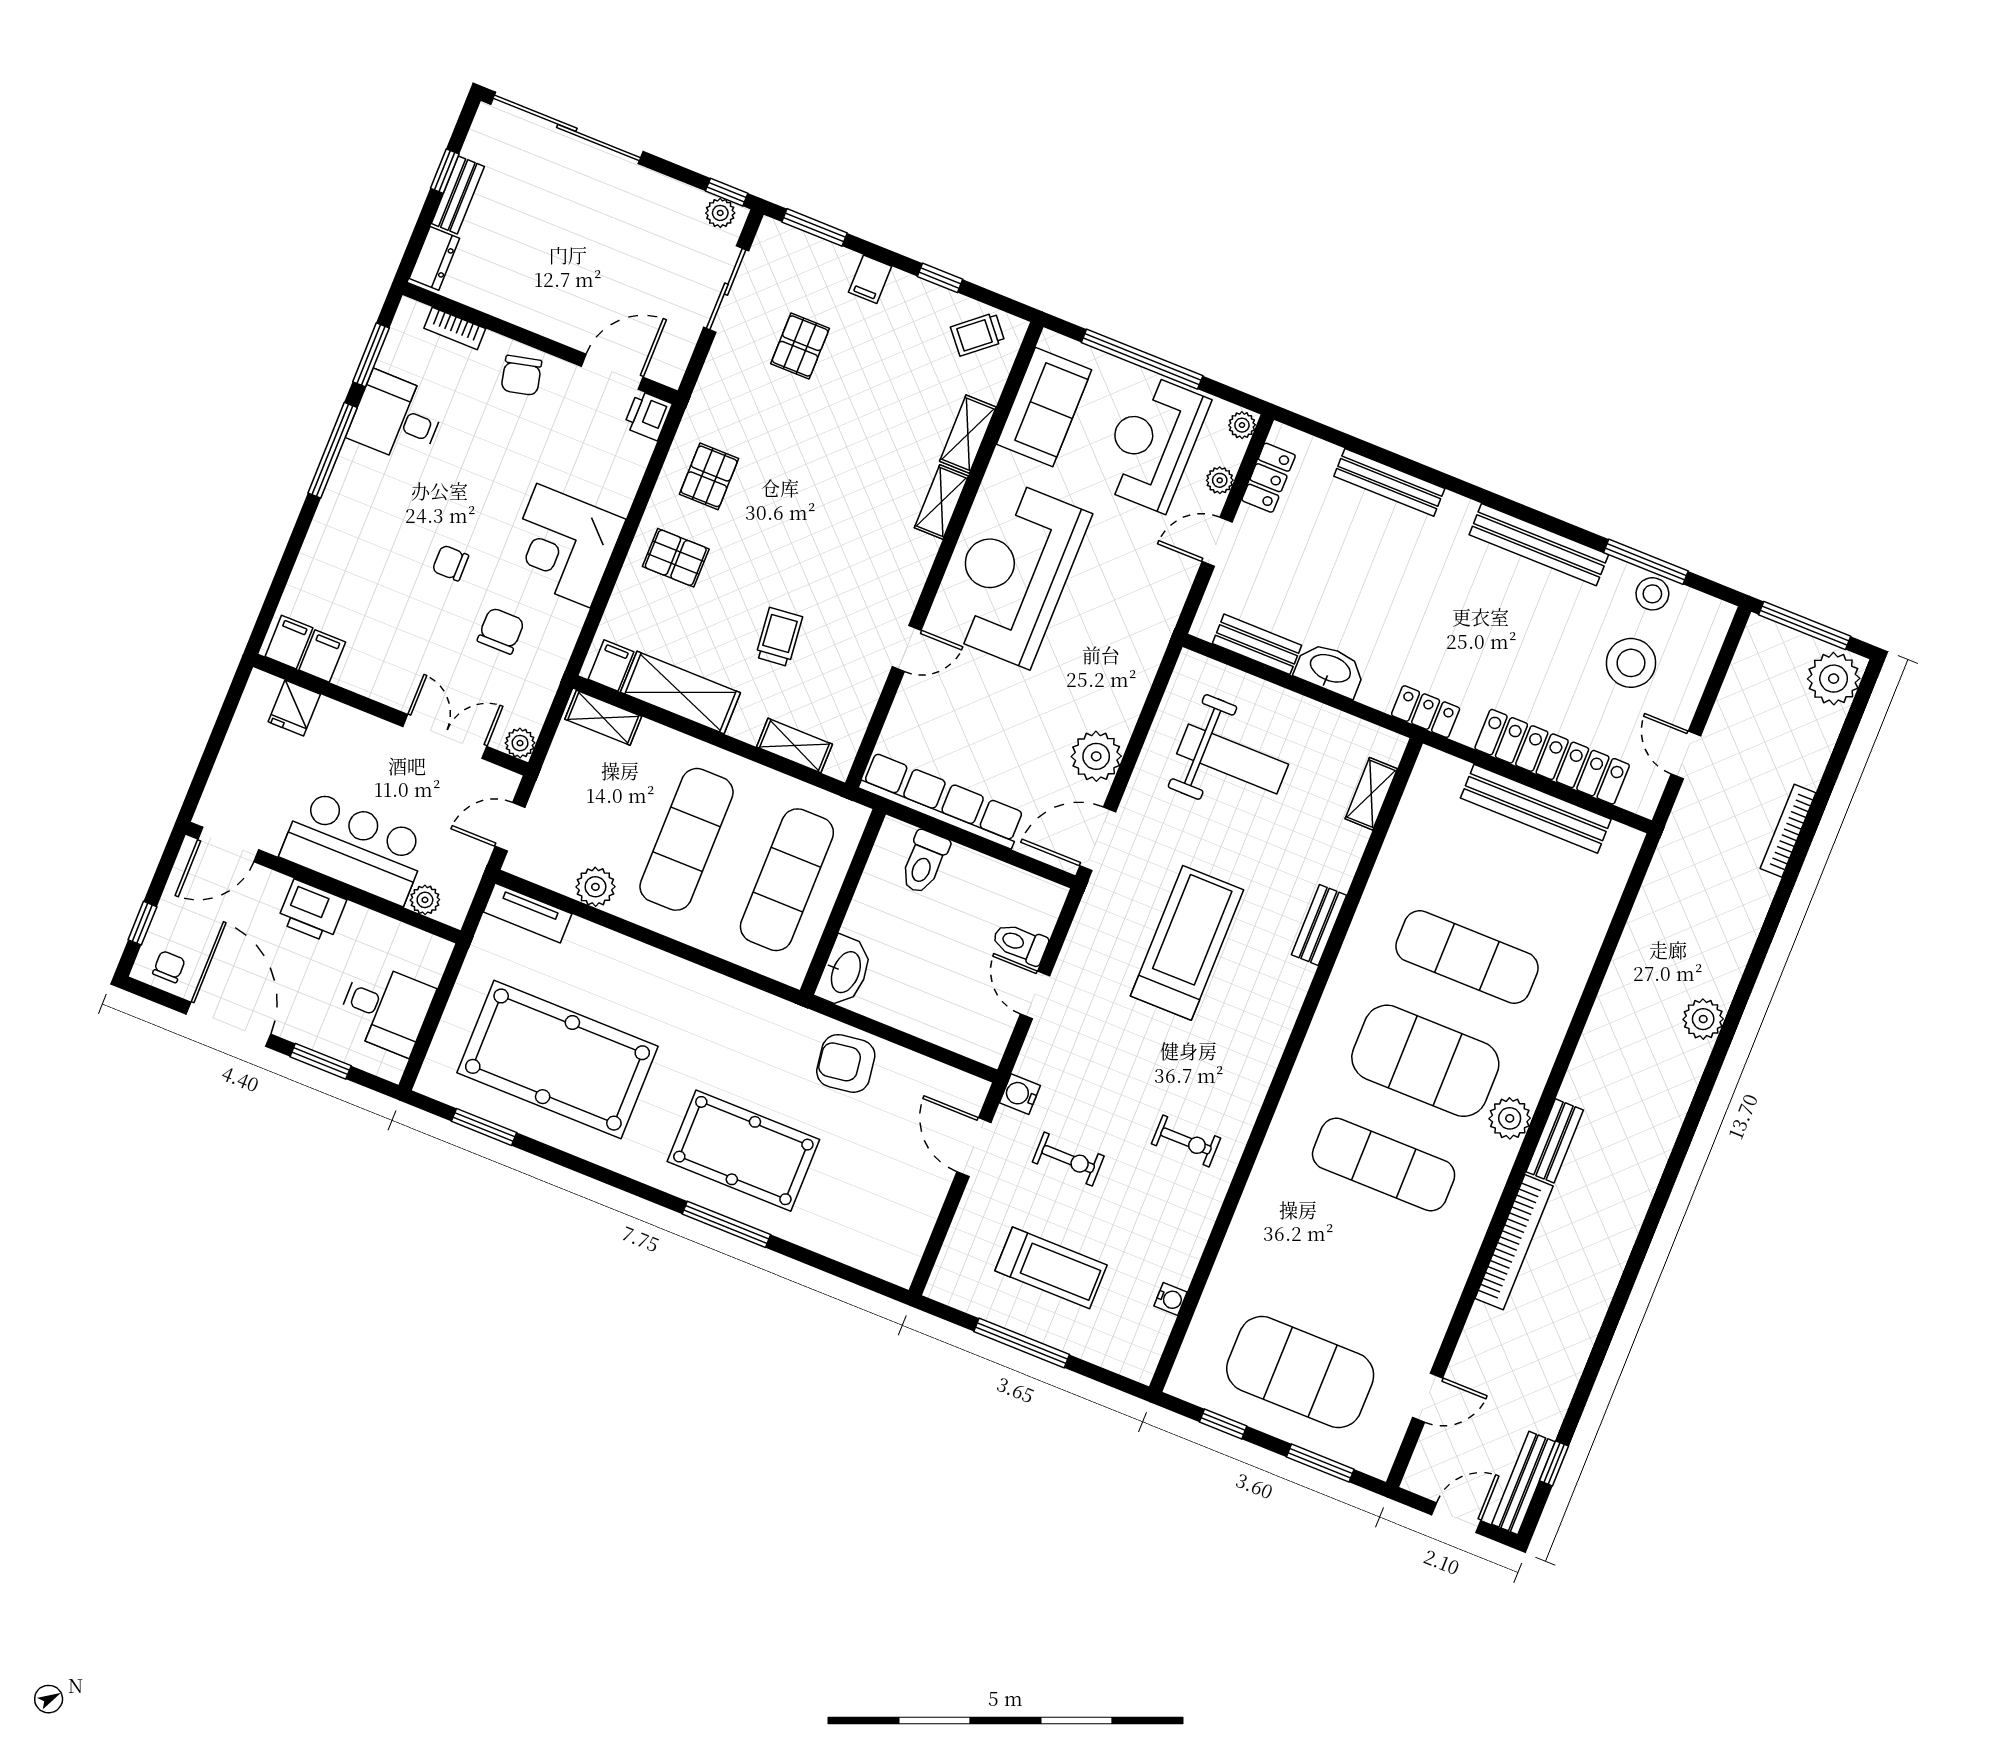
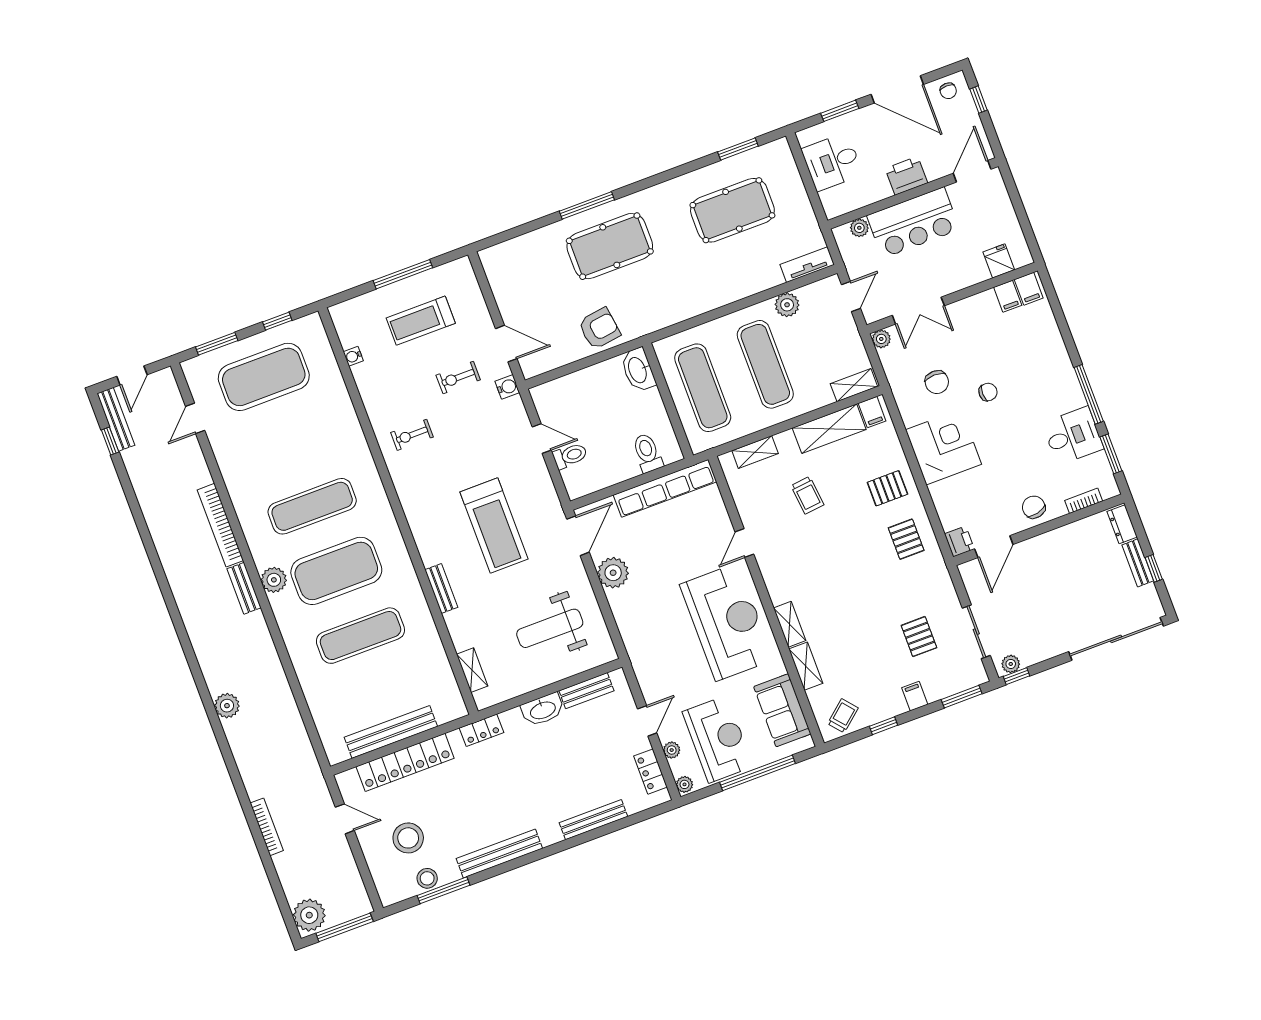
pool table: (558, 1060) -> (732, 210), width x0.73, depth x0.76

